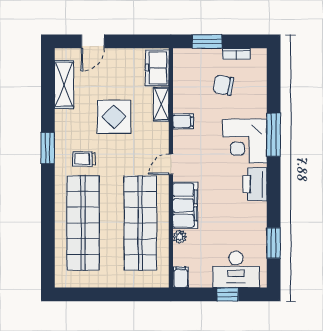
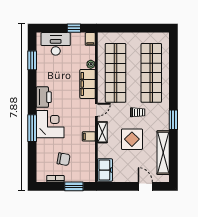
door: (93, 41) -> (145, 186), hinge flipped
shelving: (64, 84) -> (163, 153), width x1.47
shelving: (161, 104) -> (102, 132), moved
trolley: (84, 159) -> (138, 112), moved
window: (228, 294) -> (74, 28), moved

